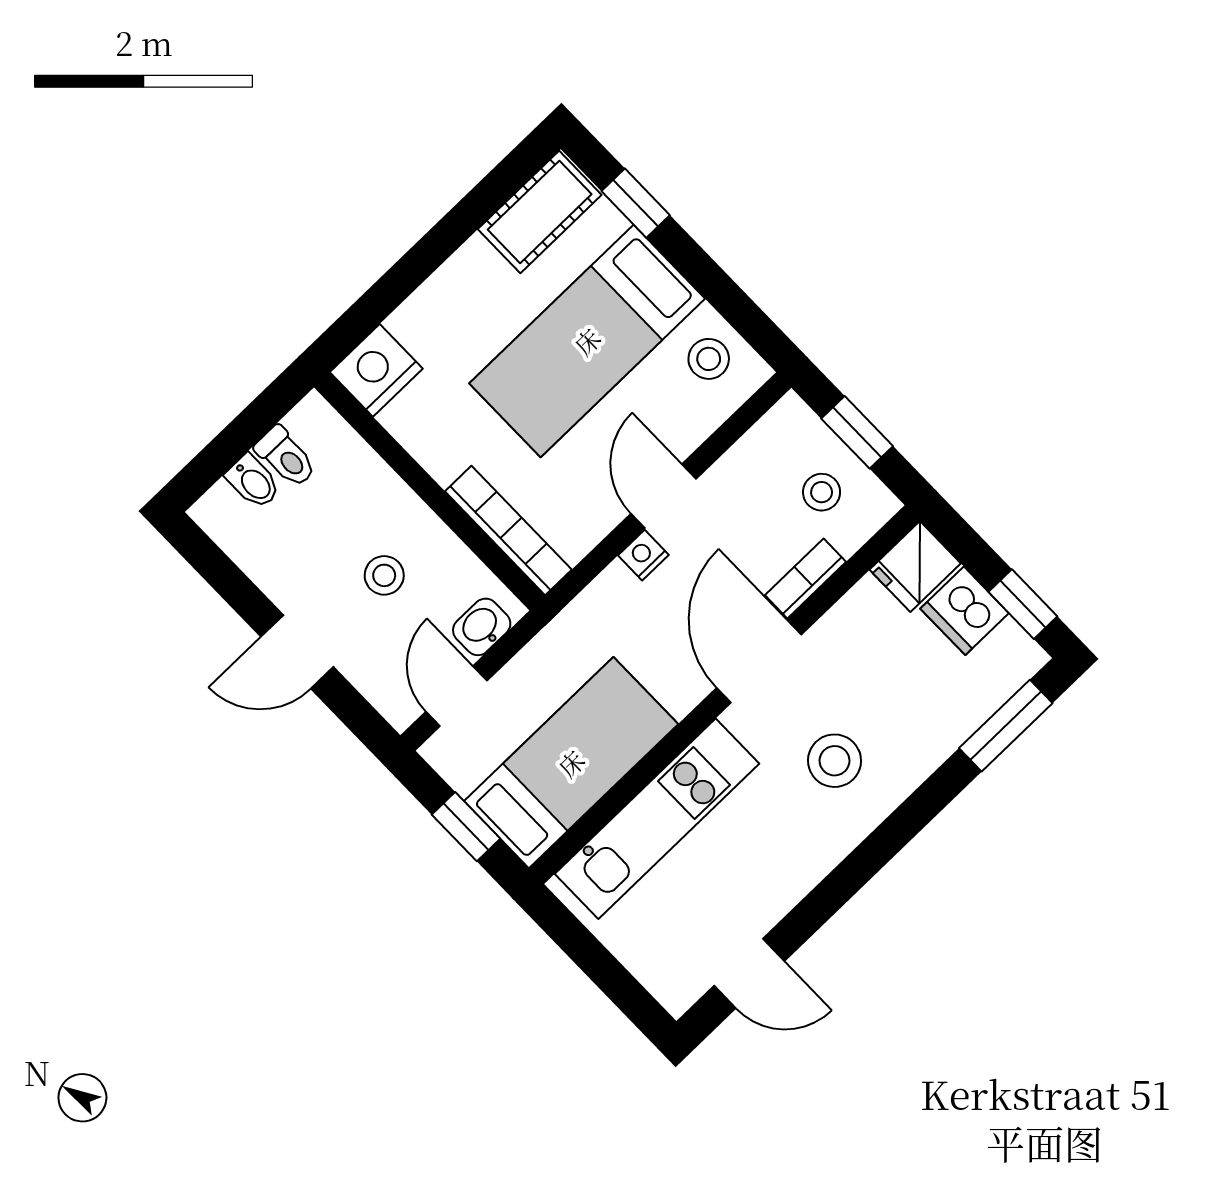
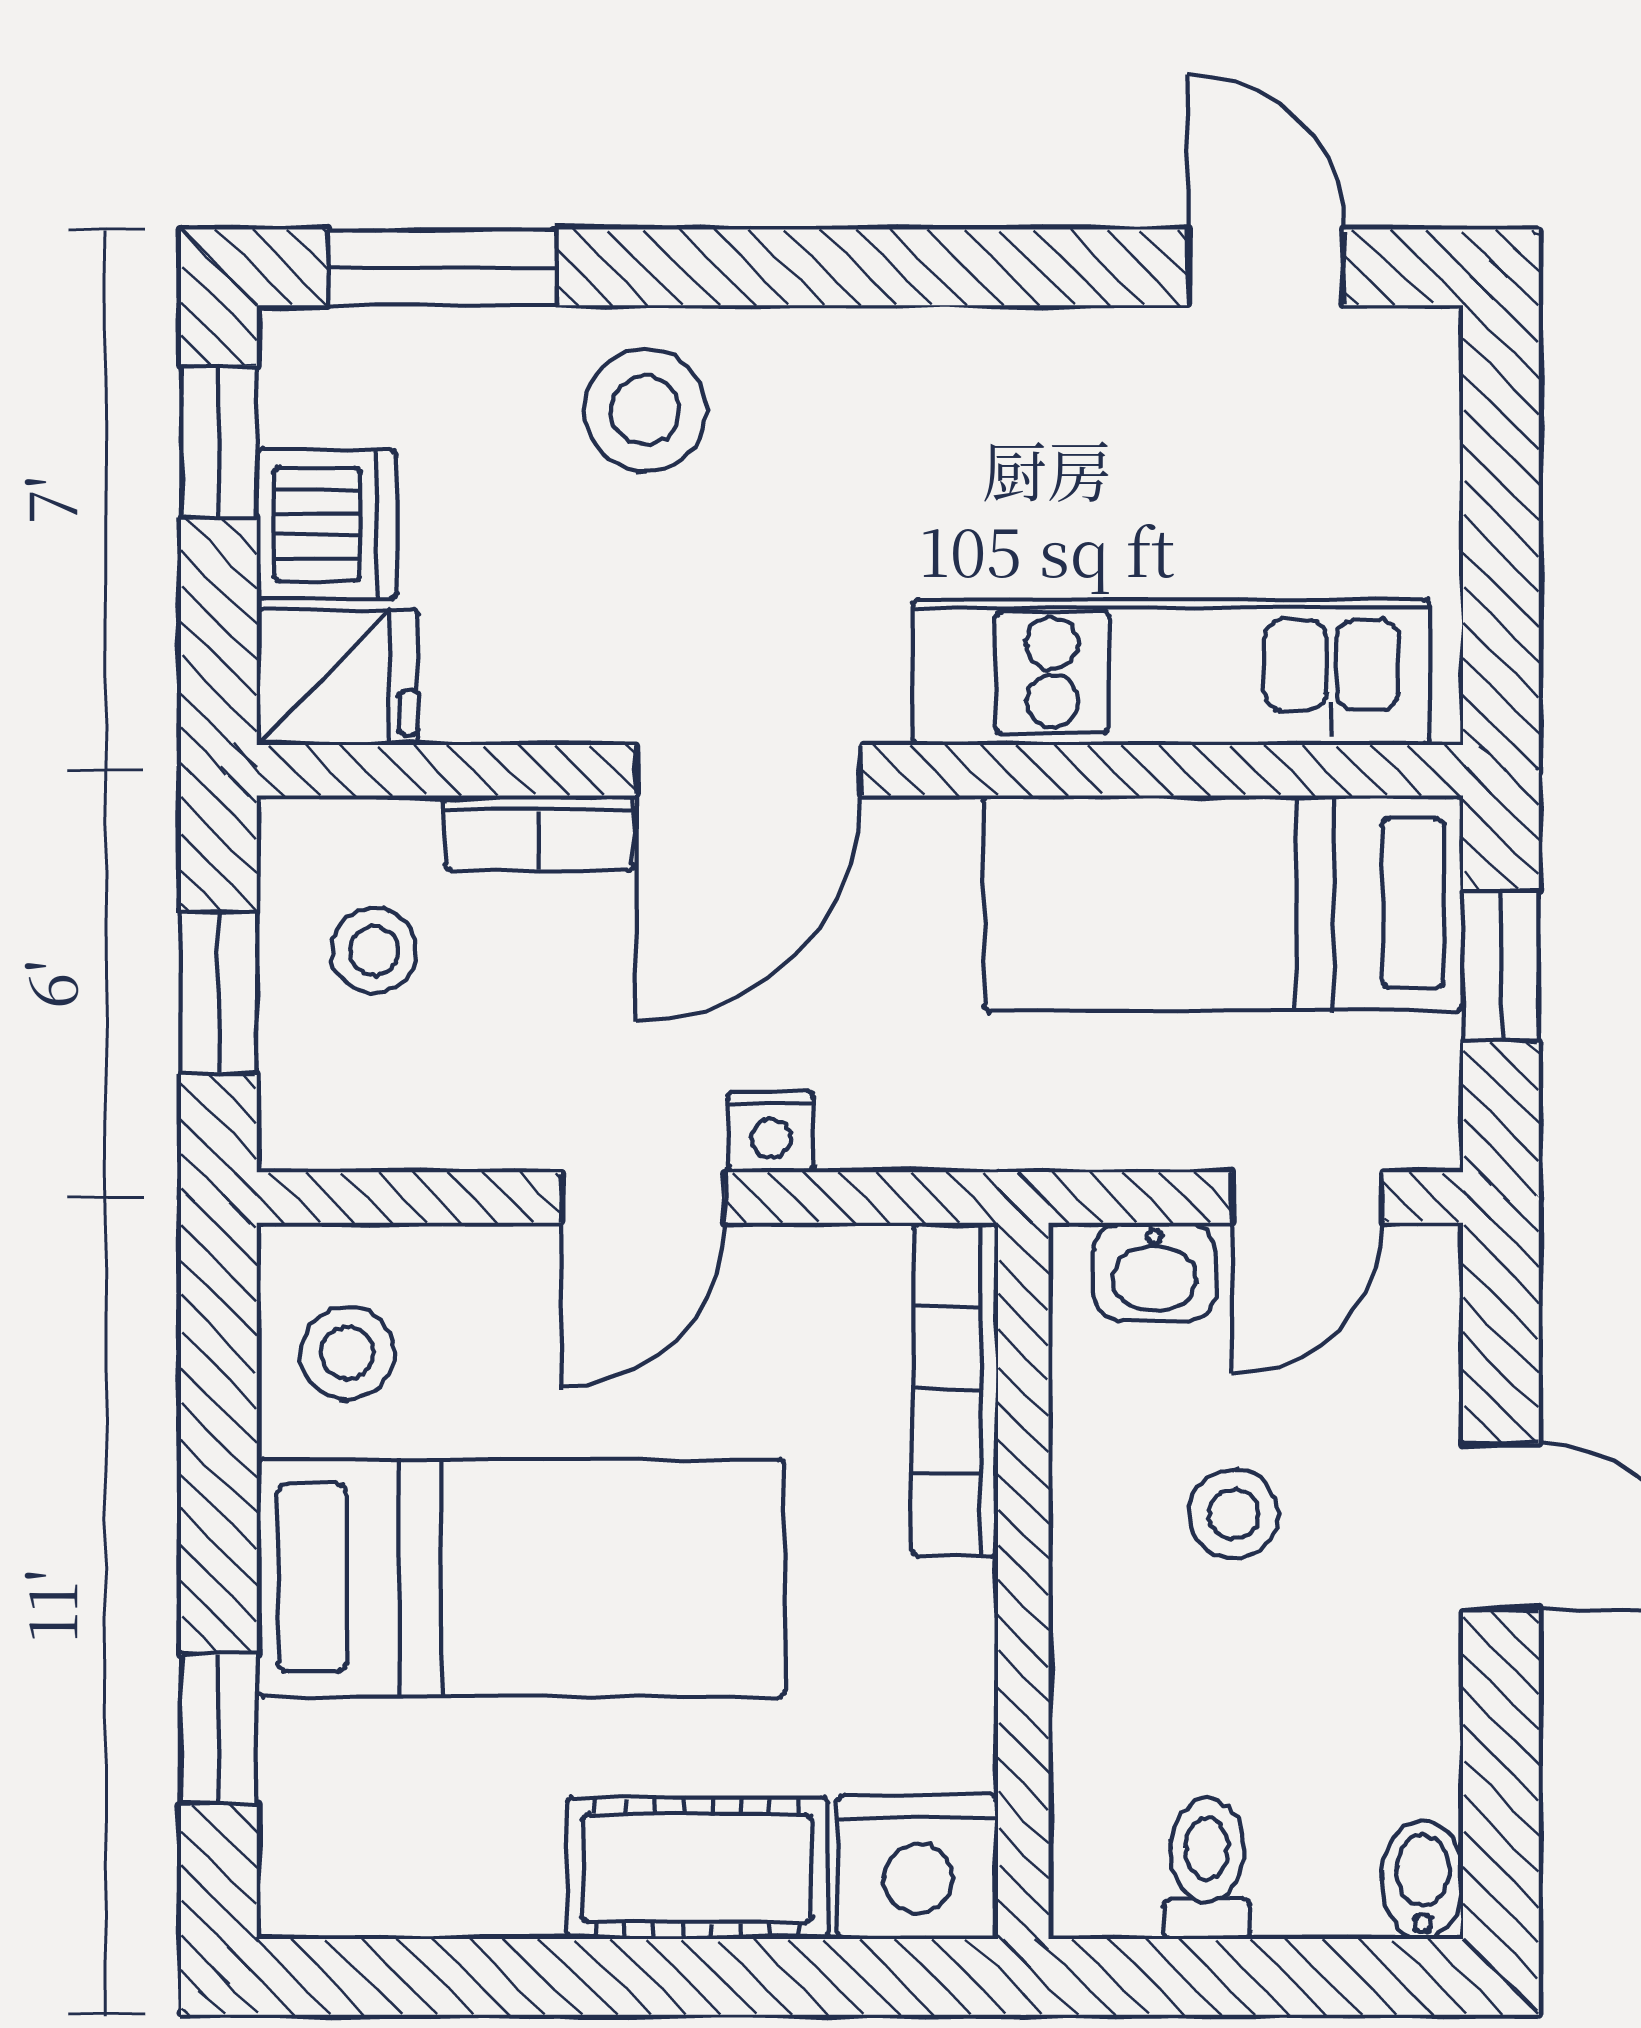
cot: (540, 212) -> (697, 1868), moved
bidet: (253, 482) -> (1423, 1879), moved
stool: (835, 761) -> (645, 410), moved

